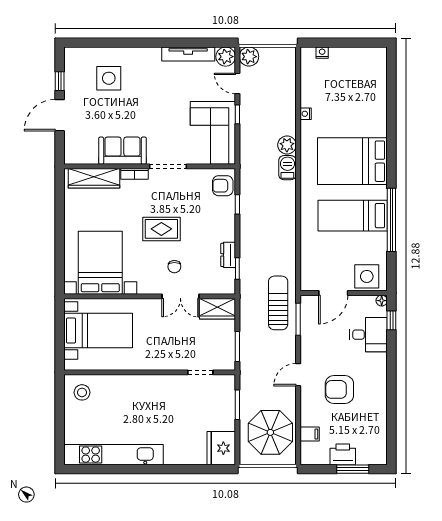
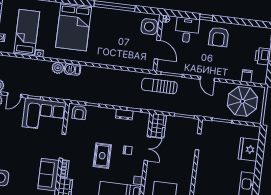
bed: (353, 216) -> (27, 33), moved, turned 180
window: (391, 320) -> (206, 17), moved
armchair: (339, 389) -> (219, 37), moved
fridge: (221, 448) -> (249, 149), moved, turned 90

